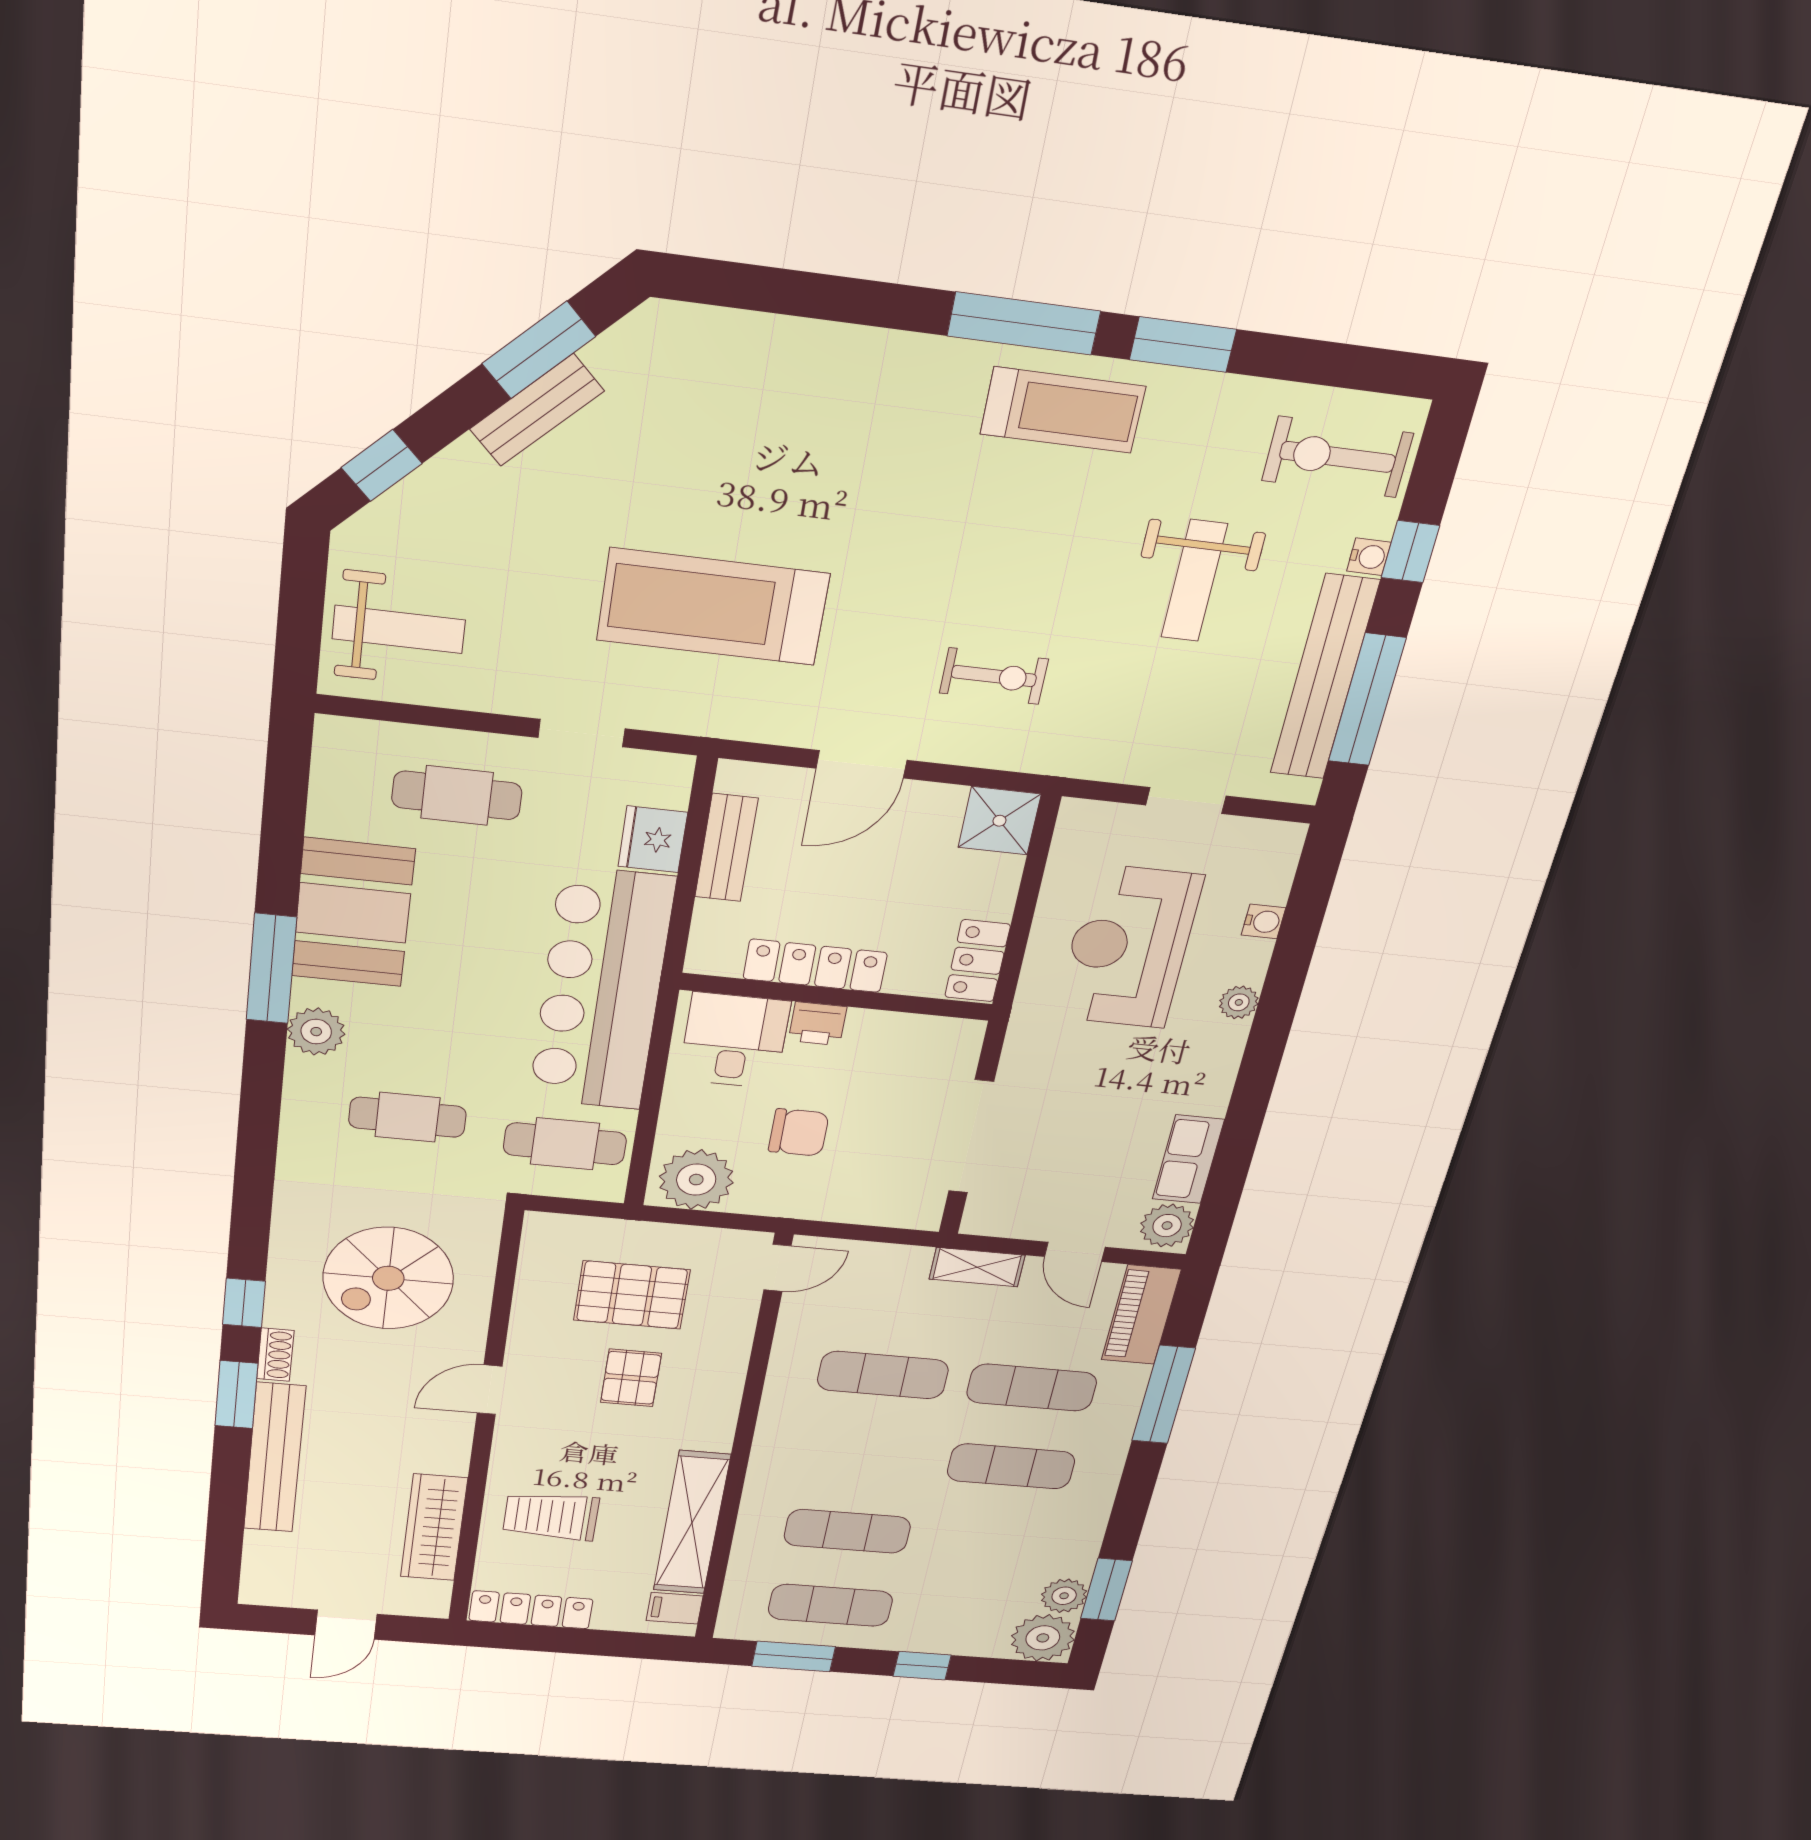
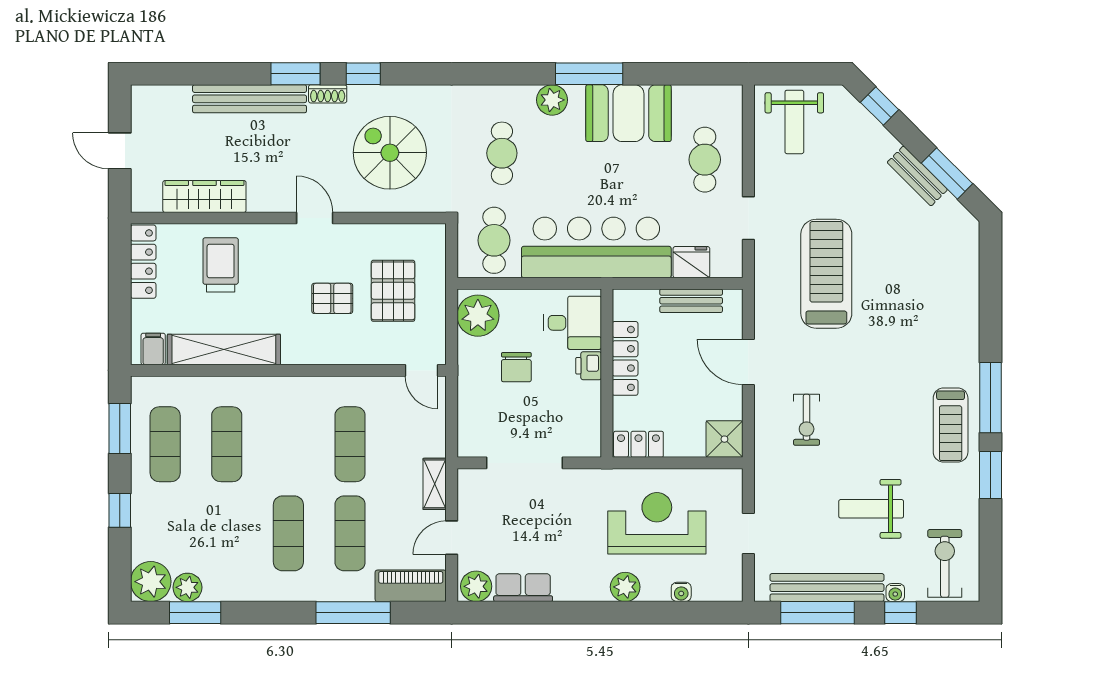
plant: (1239, 1002) -> (625, 587), width x1.38, depth x1.38

